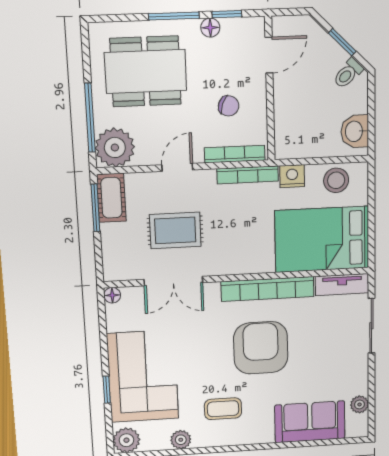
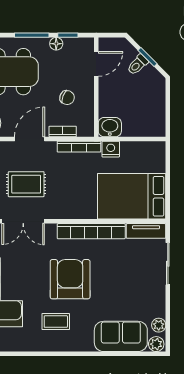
toilet: (348, 73) -> (138, 65), moved
washbasin: (355, 131) -> (110, 127), moved, turned 90
bookcase: (235, 154) -> (63, 131), width x0.64
door: (177, 167) -> (30, 139), width x1.38
stool: (336, 180) -> (142, 154), removed
armchair: (261, 348) -> (70, 279), moved
plant: (181, 440) -> (156, 344), moved

